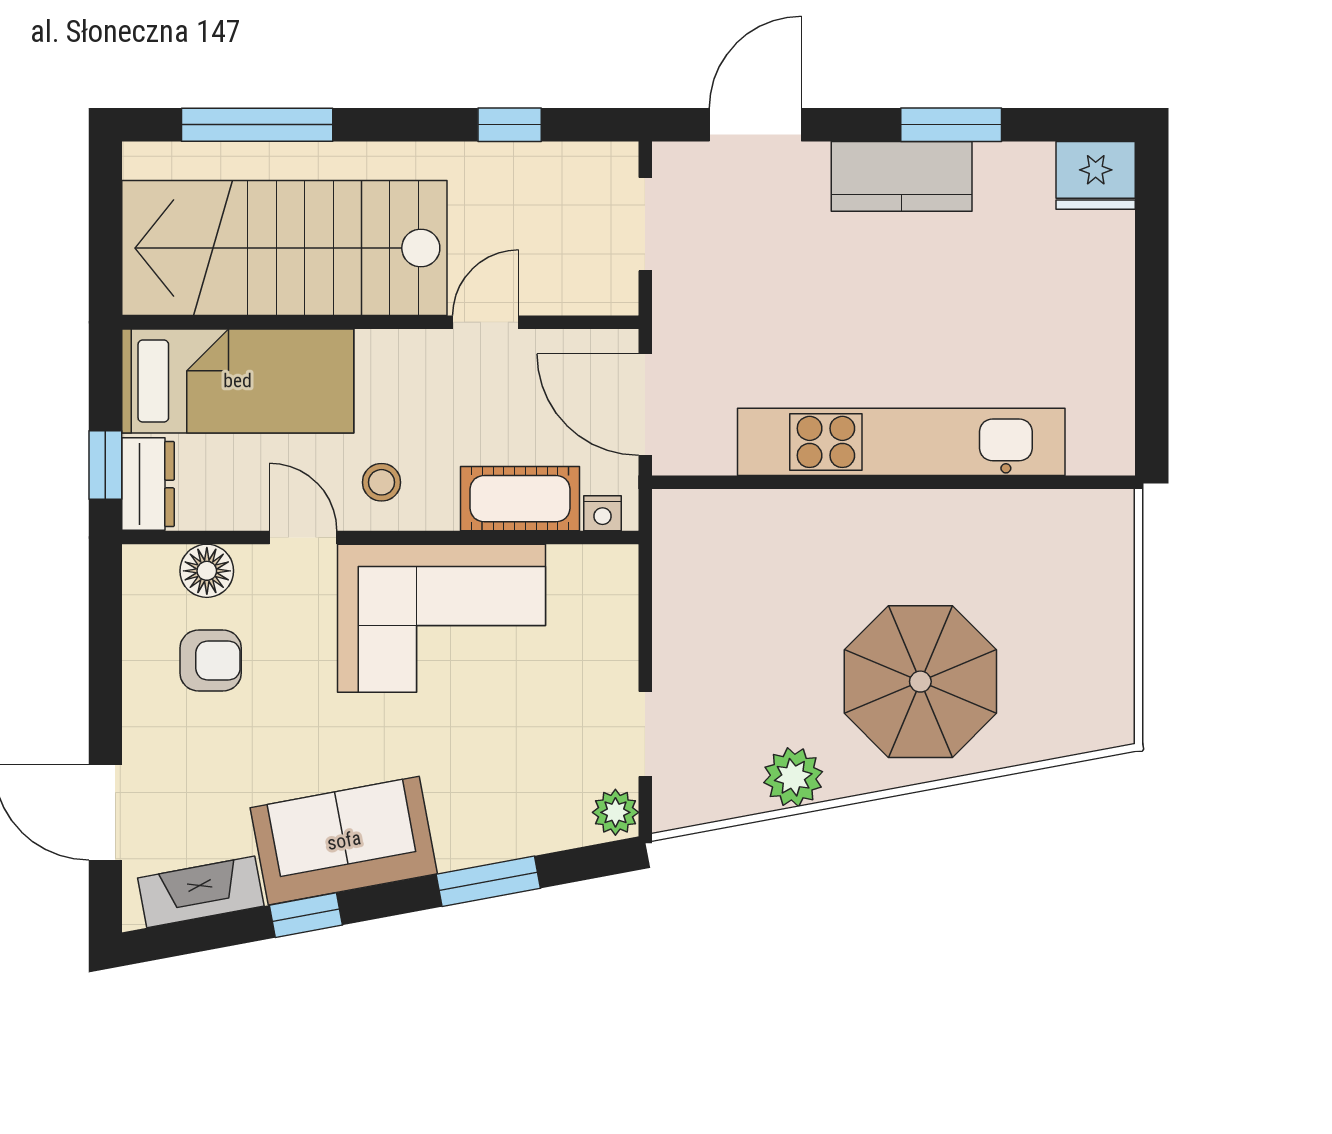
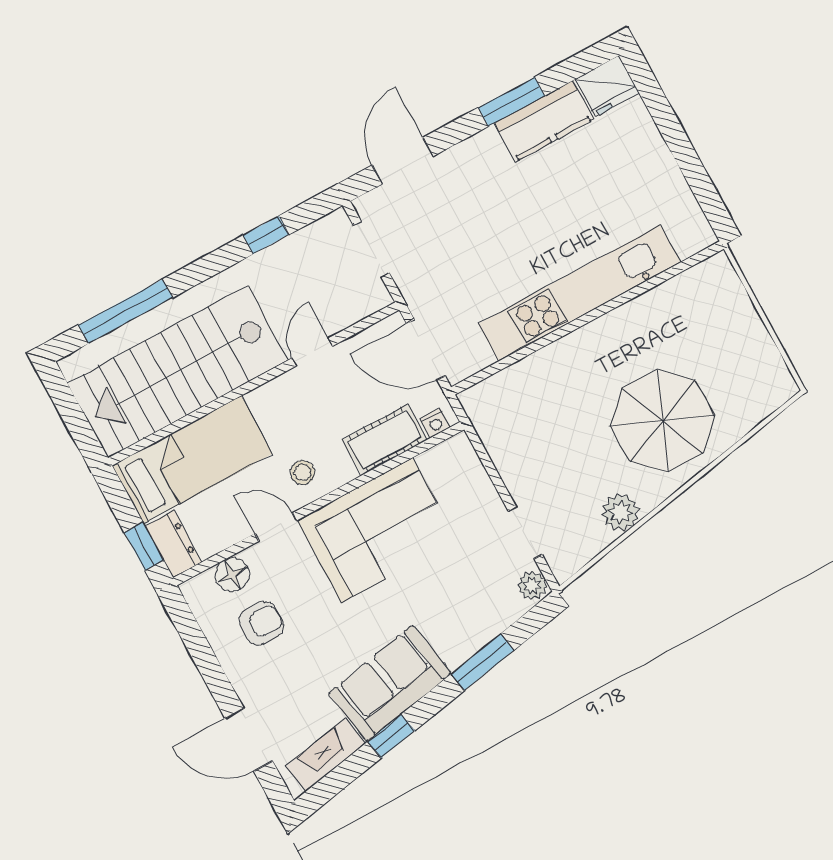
kitchen counter: (902, 176) -> (544, 121), moved

